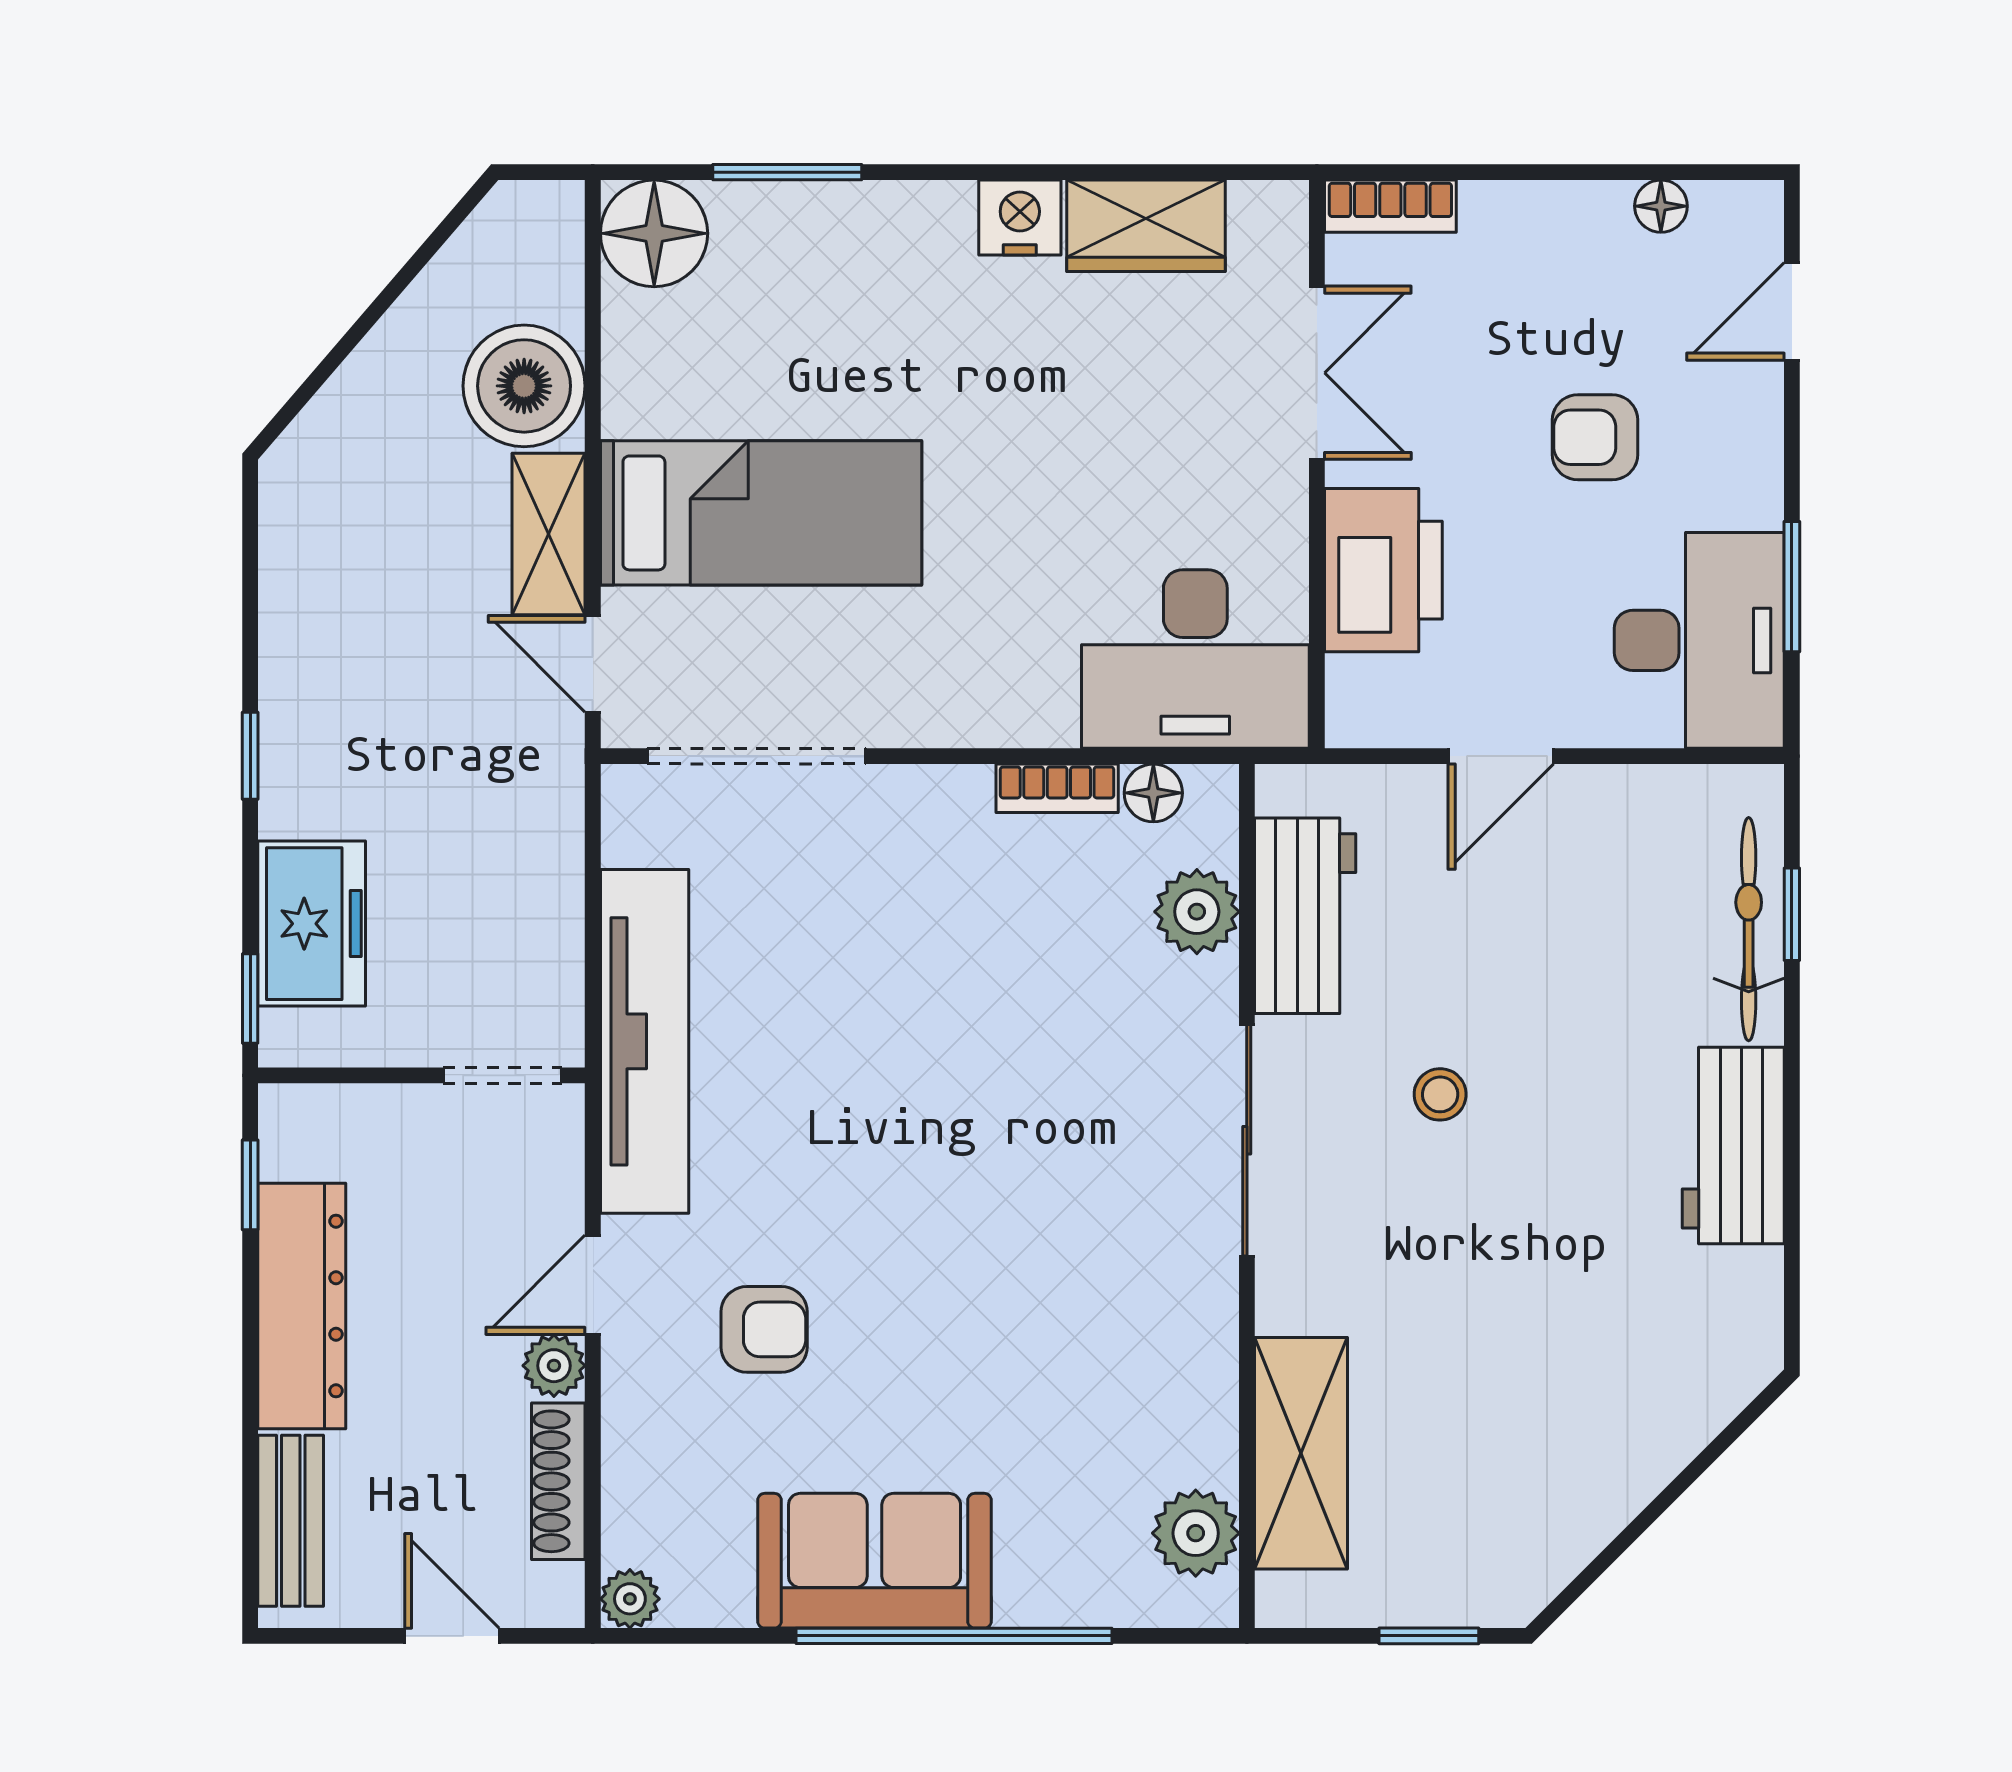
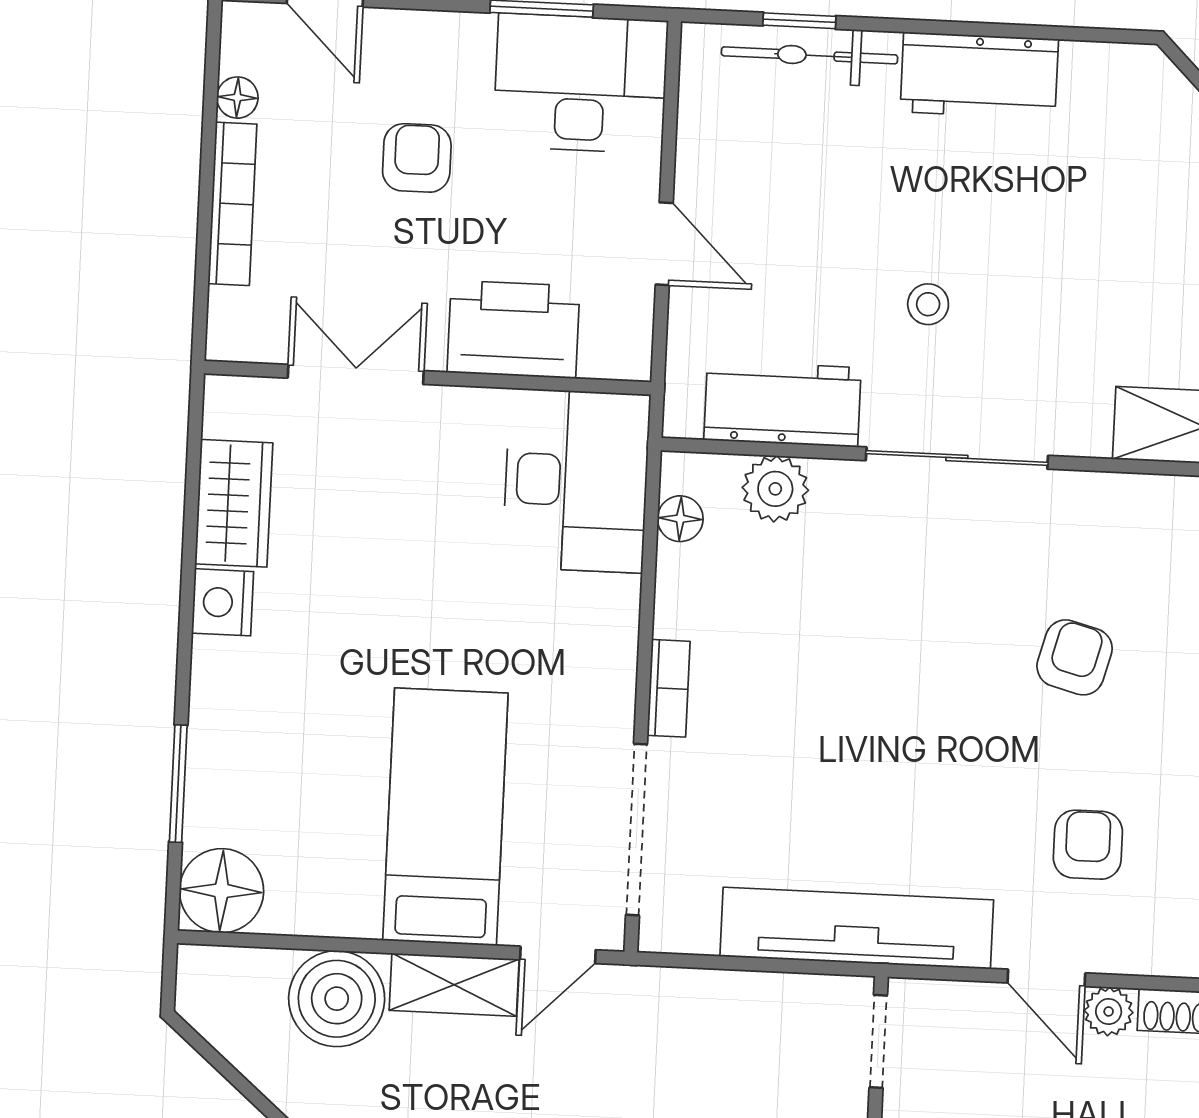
bookcase: (1390, 206) -> (232, 204), moved, width x1.56
armchair: (1595, 437) -> (417, 158), turned 180
bookcase: (1057, 788) -> (669, 688), moved
armchair: (1001, 1301) -> (1075, 657), added

